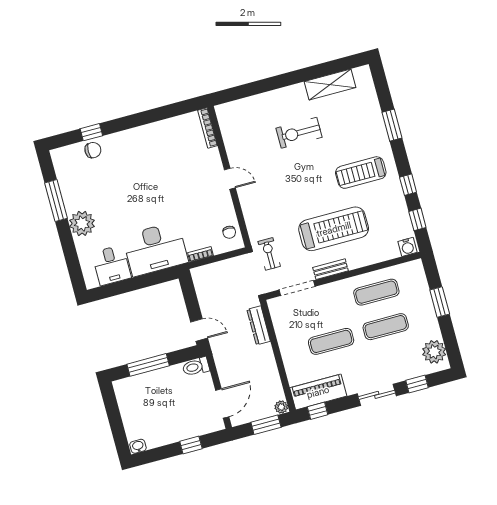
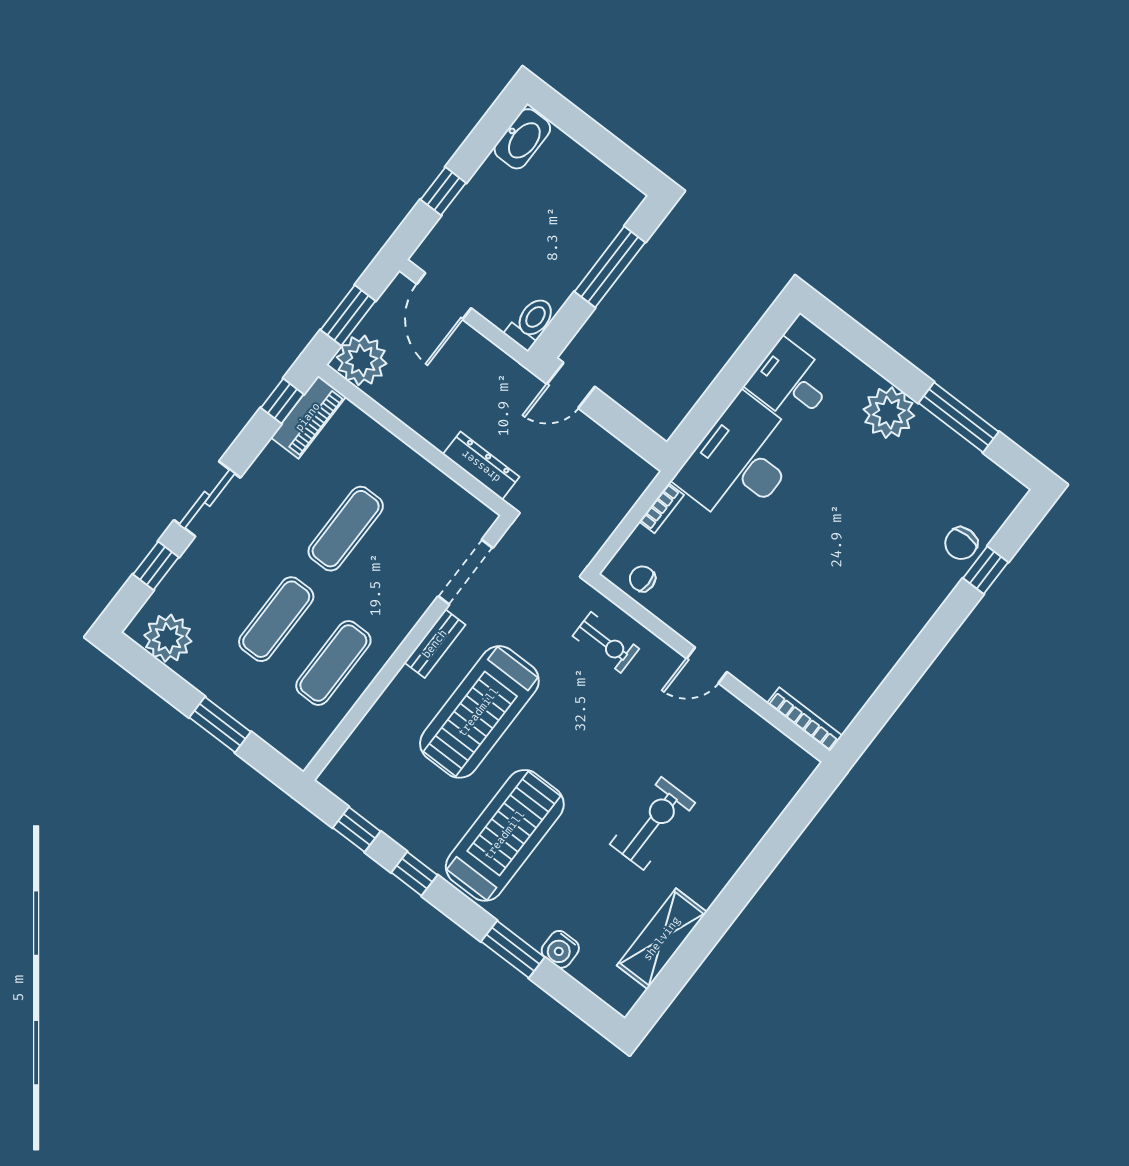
treadmill: (361, 173) -> (505, 835), width x1.37, depth x1.38
water cooler: (407, 247) -> (560, 949), moved, turned -90
exercise bike: (269, 254) -> (606, 642), moved
piano: (318, 392) -> (308, 417), width x0.73, depth x0.75
plant: (281, 407) -> (362, 360), width x1.88, depth x1.88
washbasin: (138, 446) -> (522, 139), width x1.91, depth x1.45

